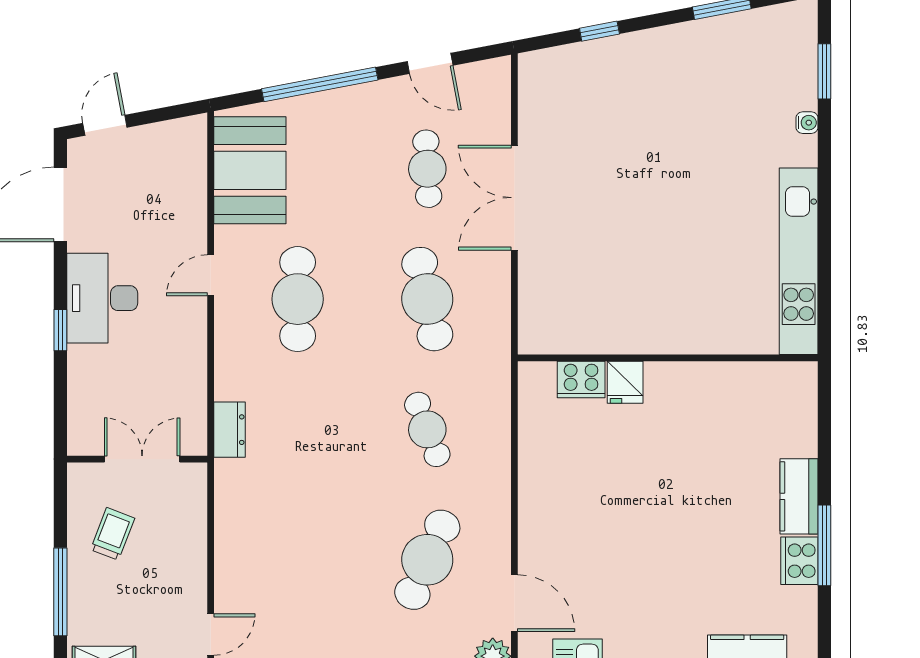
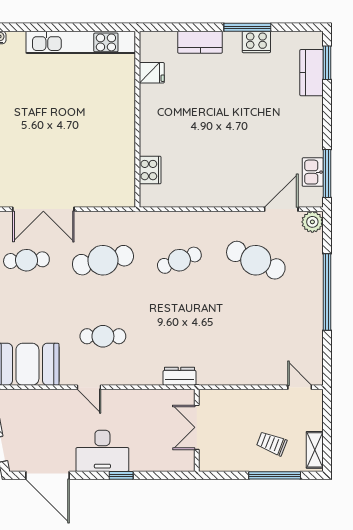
cafe table: (298, 299) -> (103, 336), width x0.73, depth x0.74
fridge: (625, 382) -> (152, 73), moved
kitchen counter: (799, 496) -> (200, 42), moved
trolley: (113, 534) -> (272, 444), moved

